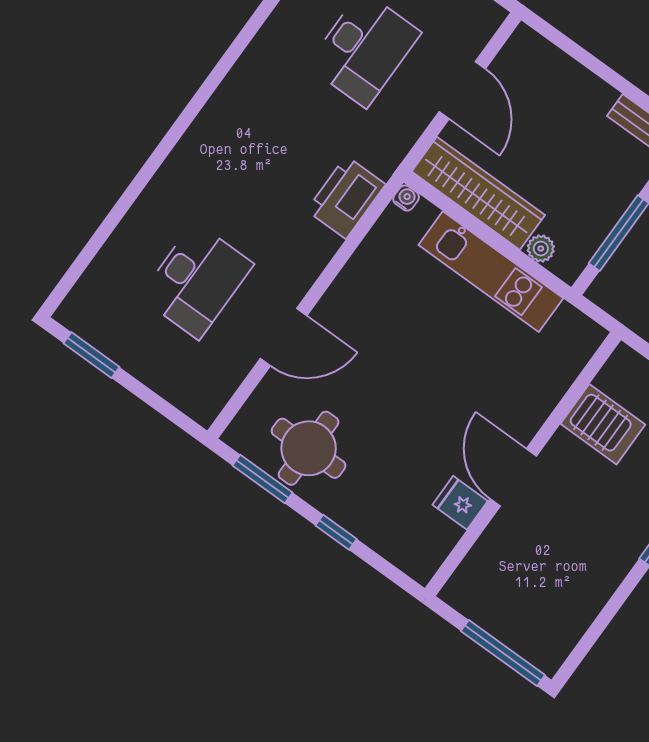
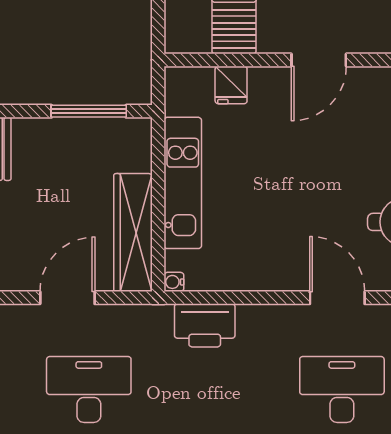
plant: (541, 248) -> (140, 159), removed
fridge: (460, 503) -> (231, 85), moved

